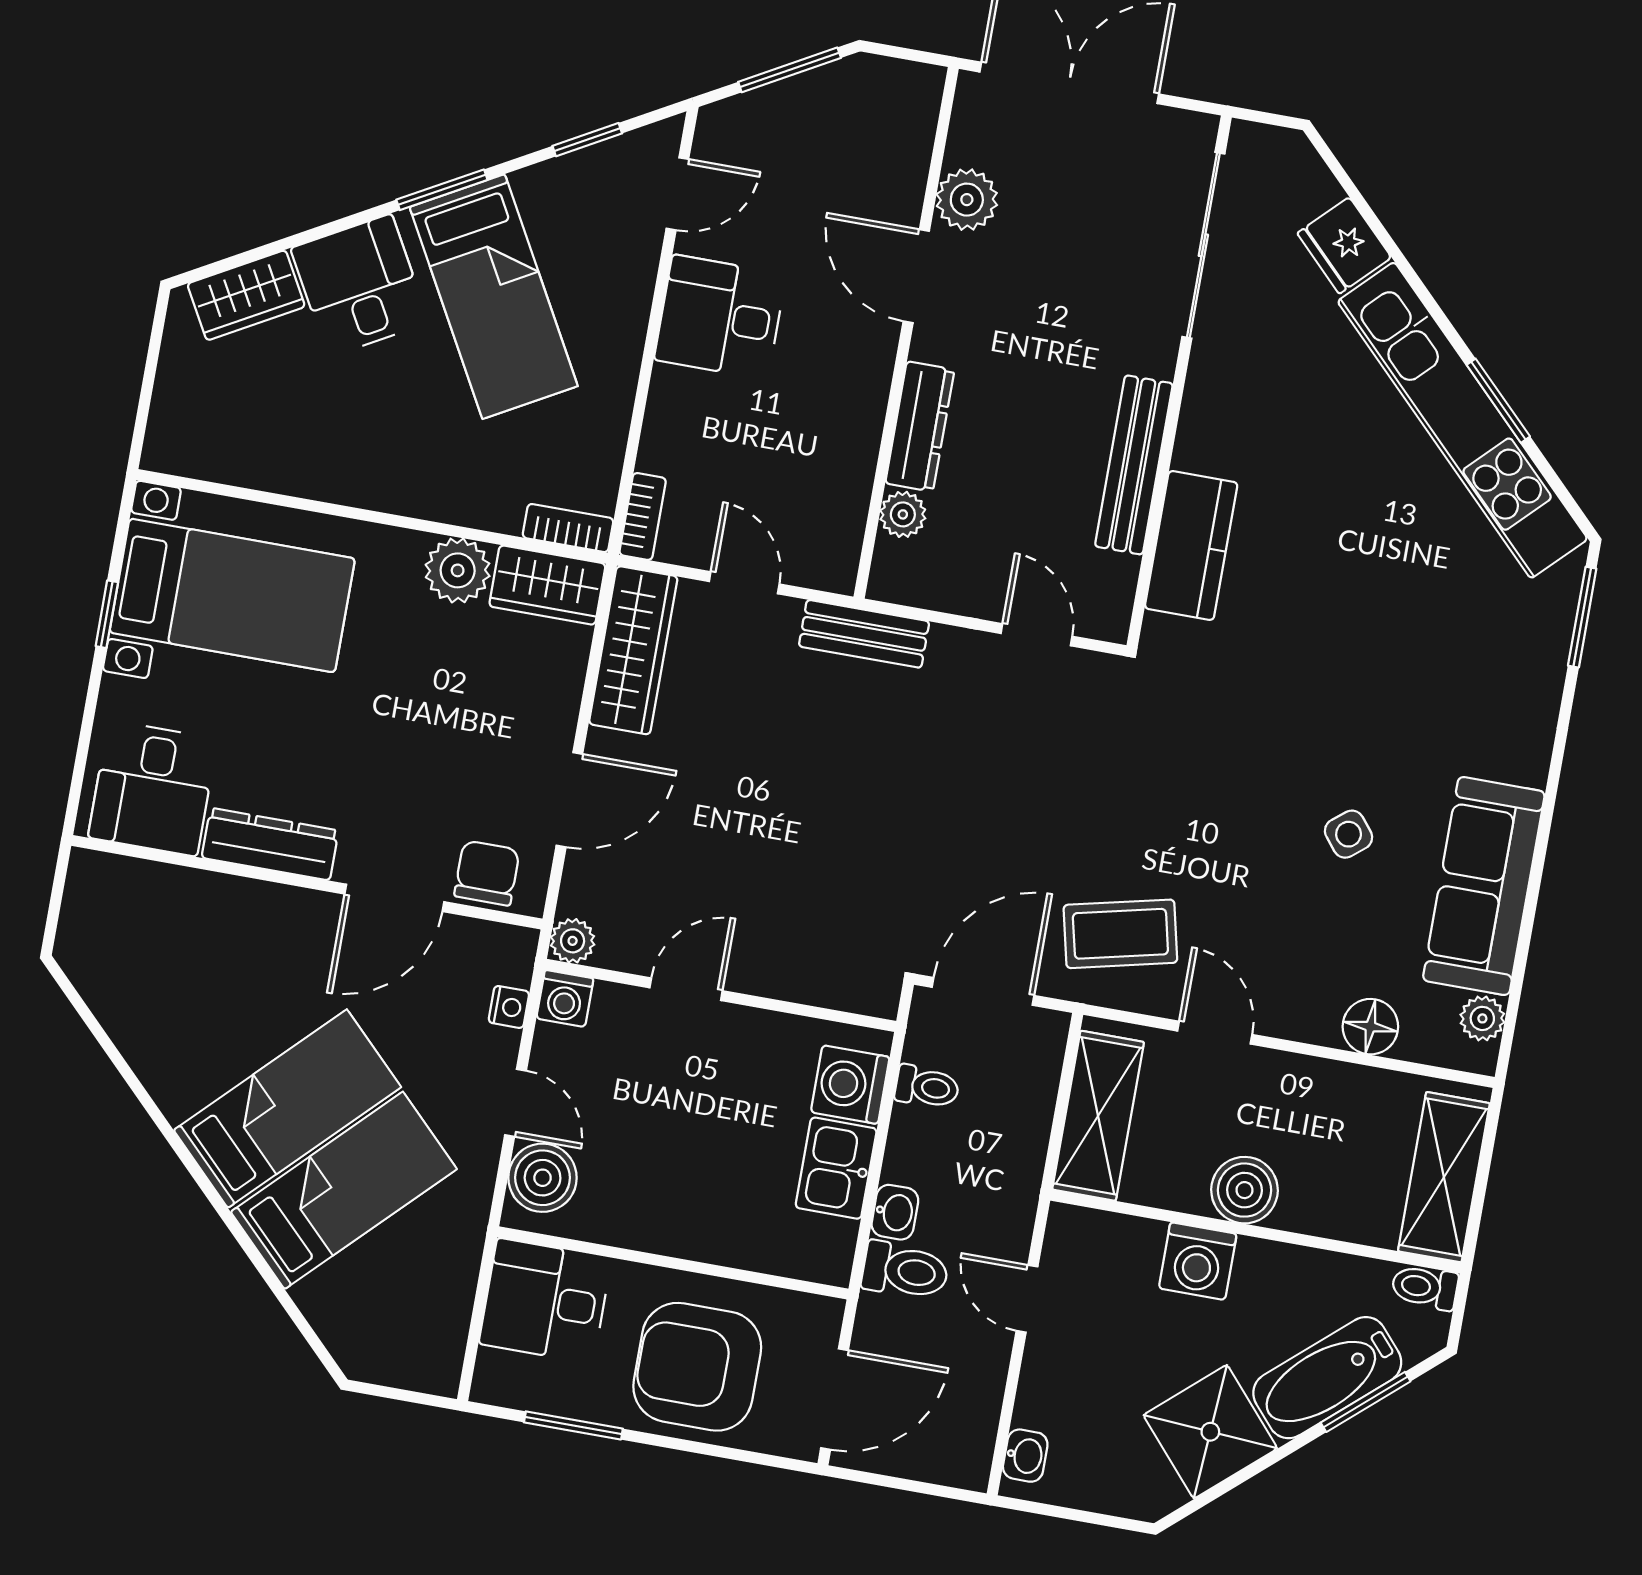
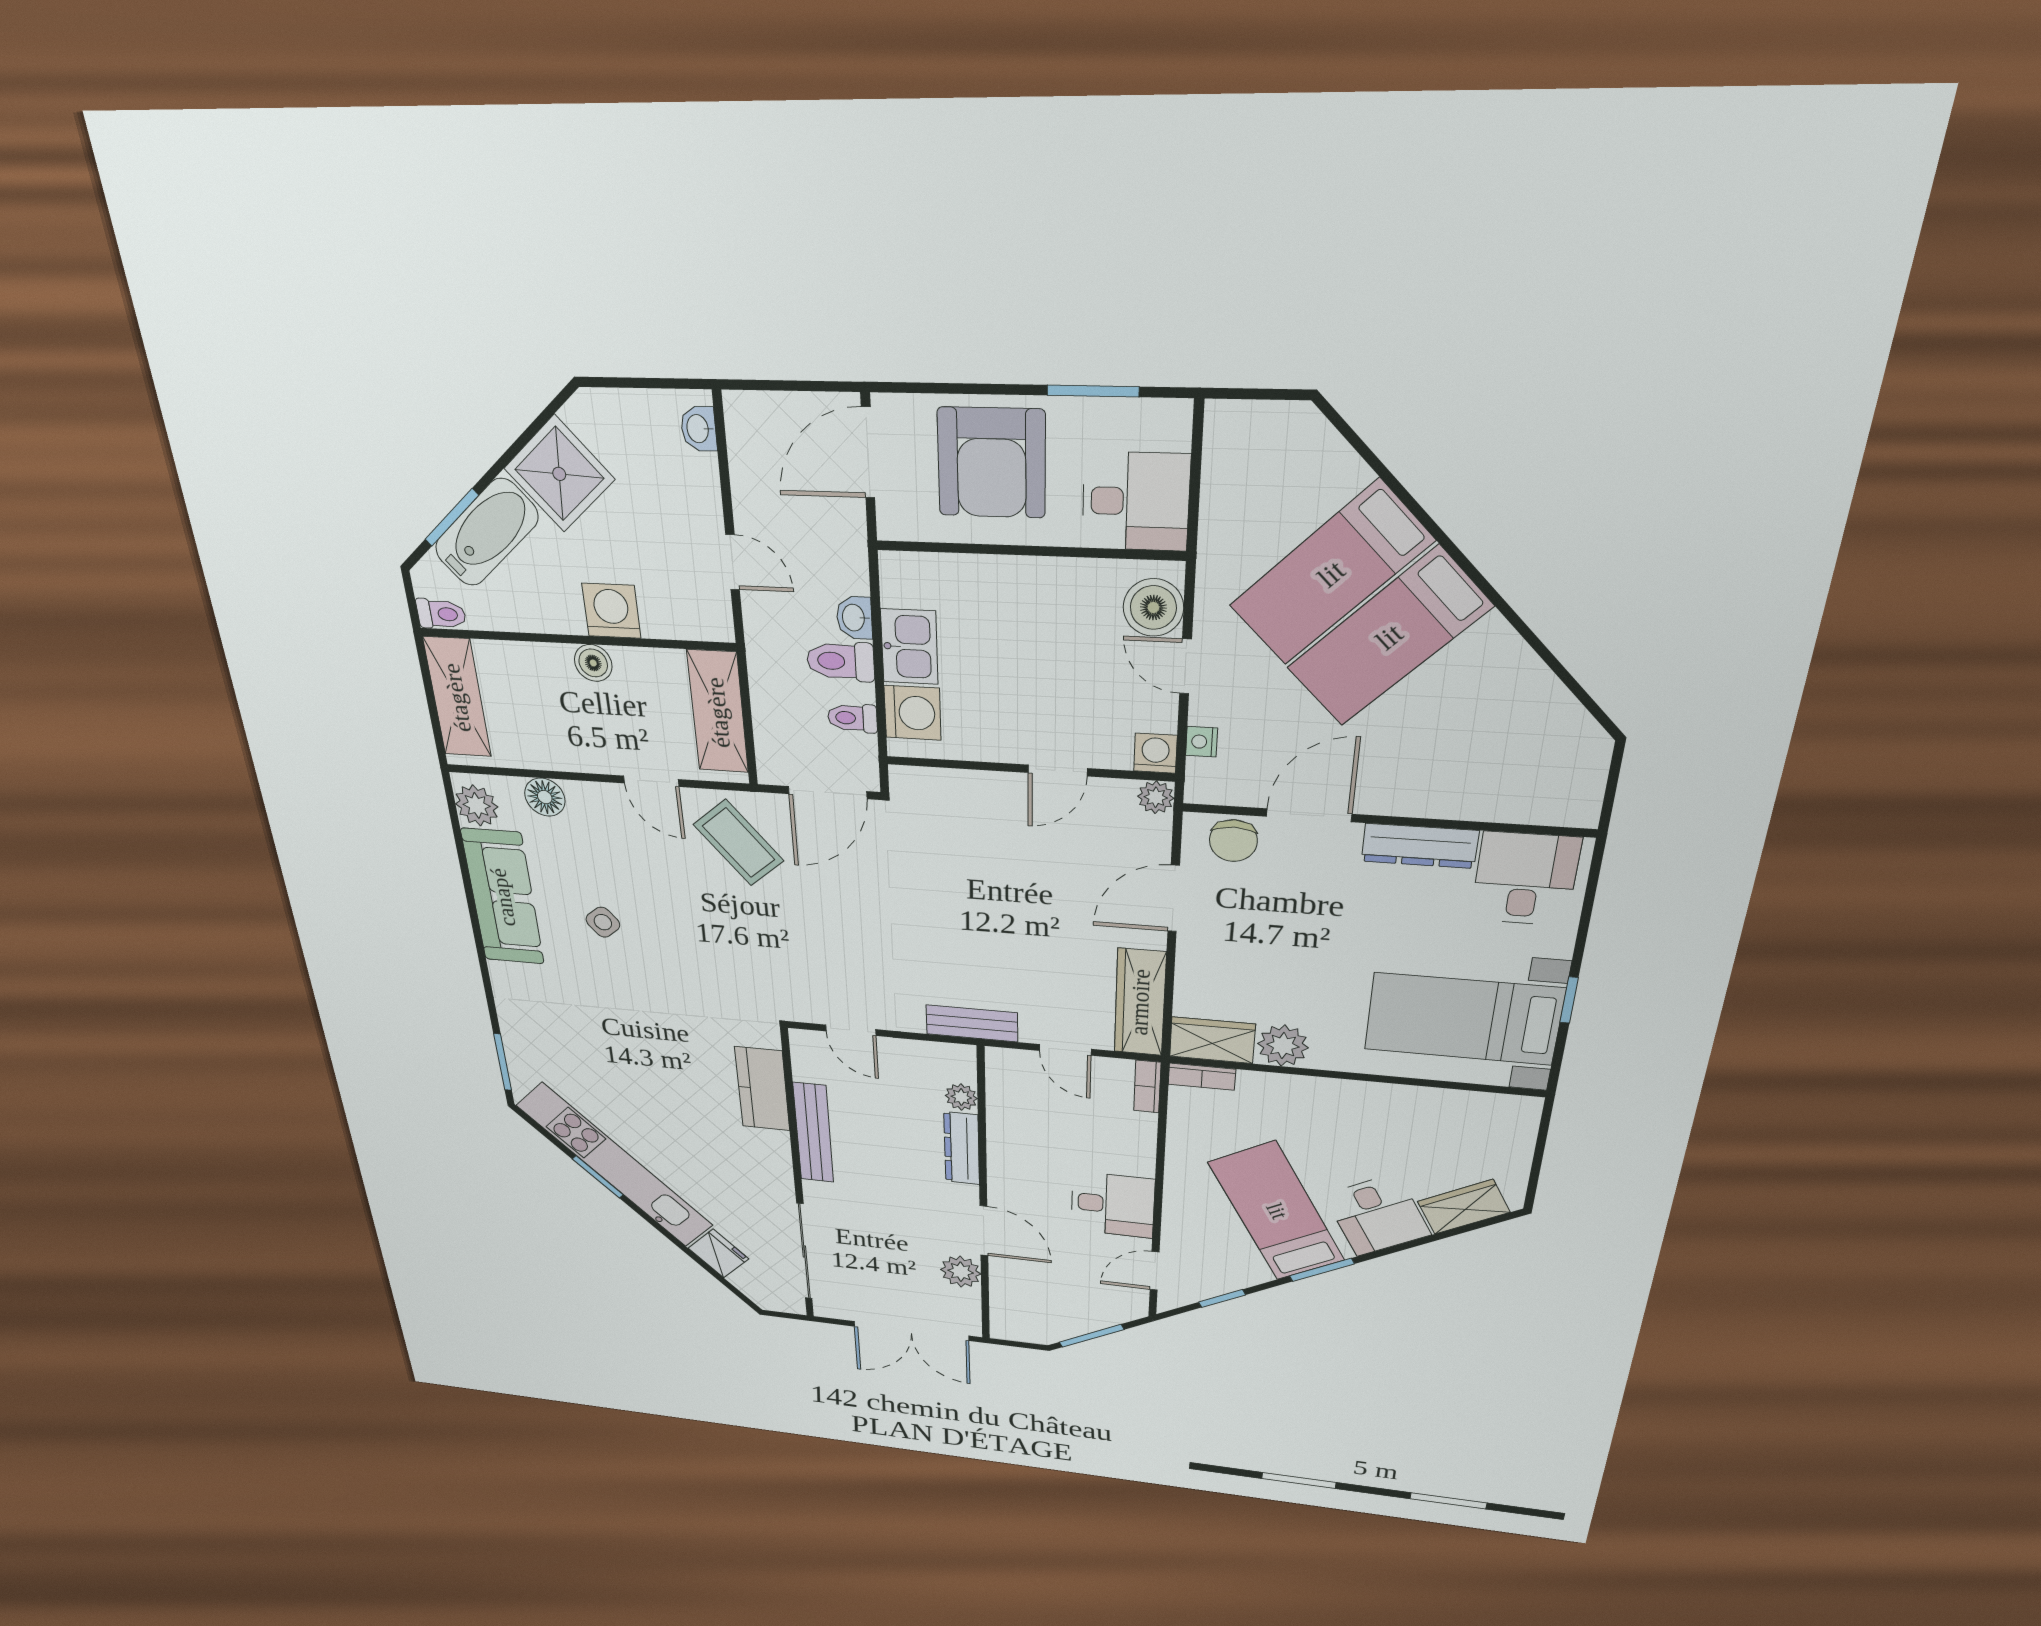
coffee table: (1120, 934) -> (739, 843), turned 63
plant: (1482, 1018) -> (477, 805), width x1.38, depth x1.38
boiler: (1245, 1190) -> (593, 663), width x0.73, depth x0.73
toilet: (905, 1271) -> (840, 661), moved
armchair: (697, 1367) -> (992, 463), turned 90

